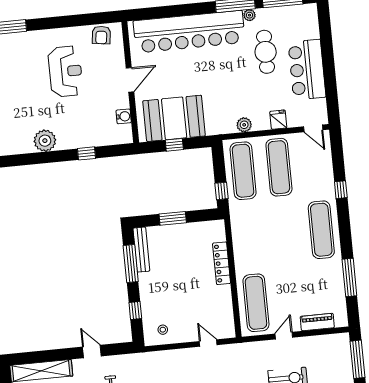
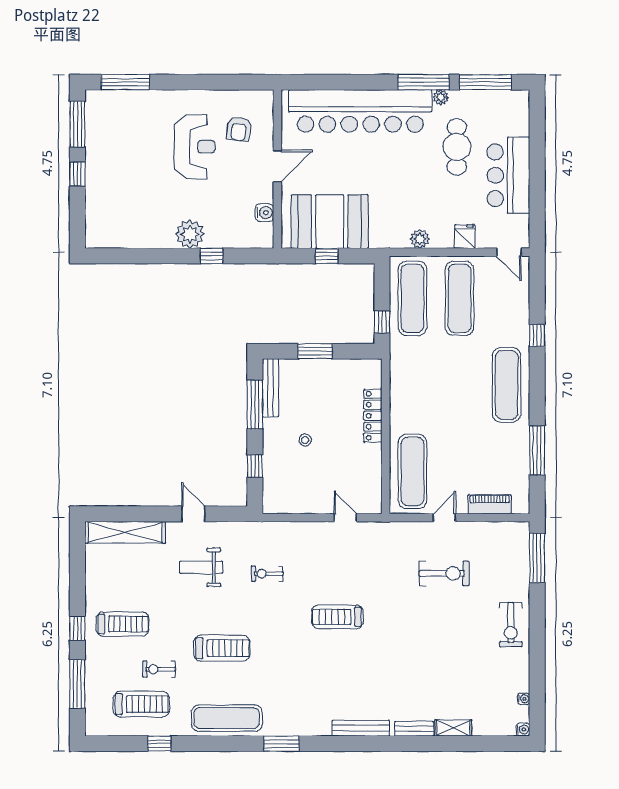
armchair: (101, 35) -> (239, 129), moved
plant: (45, 141) -> (190, 234), moved
stool: (163, 330) -> (305, 440), moved

